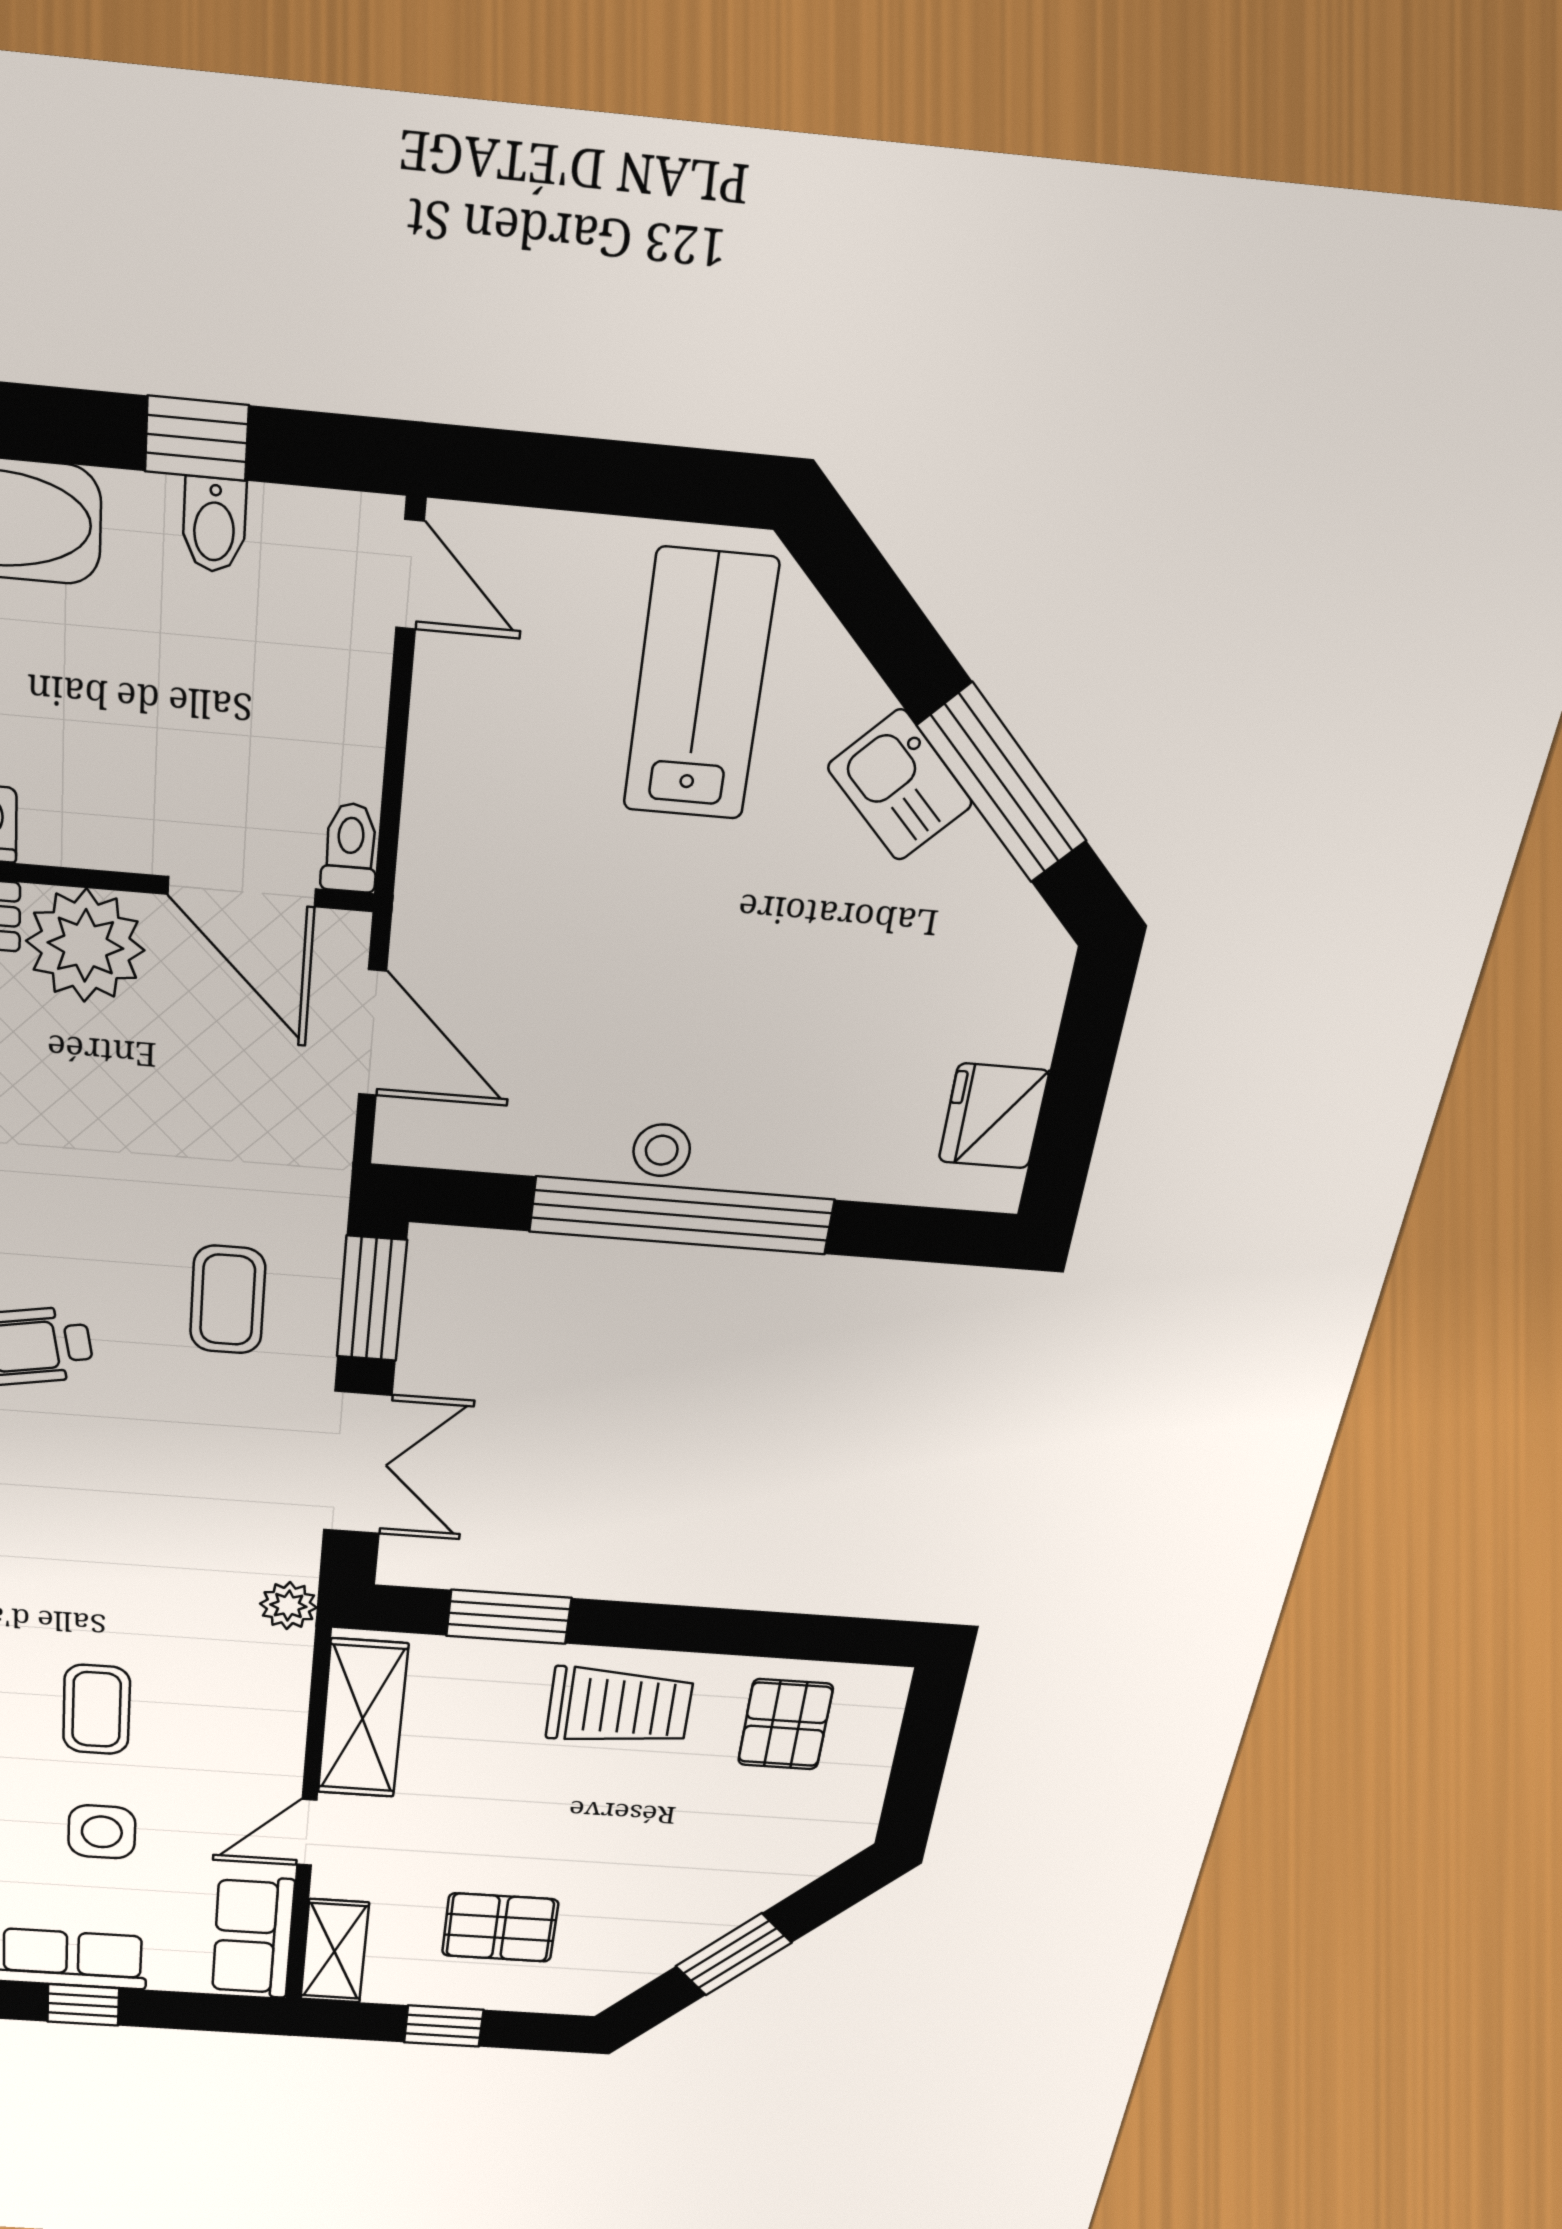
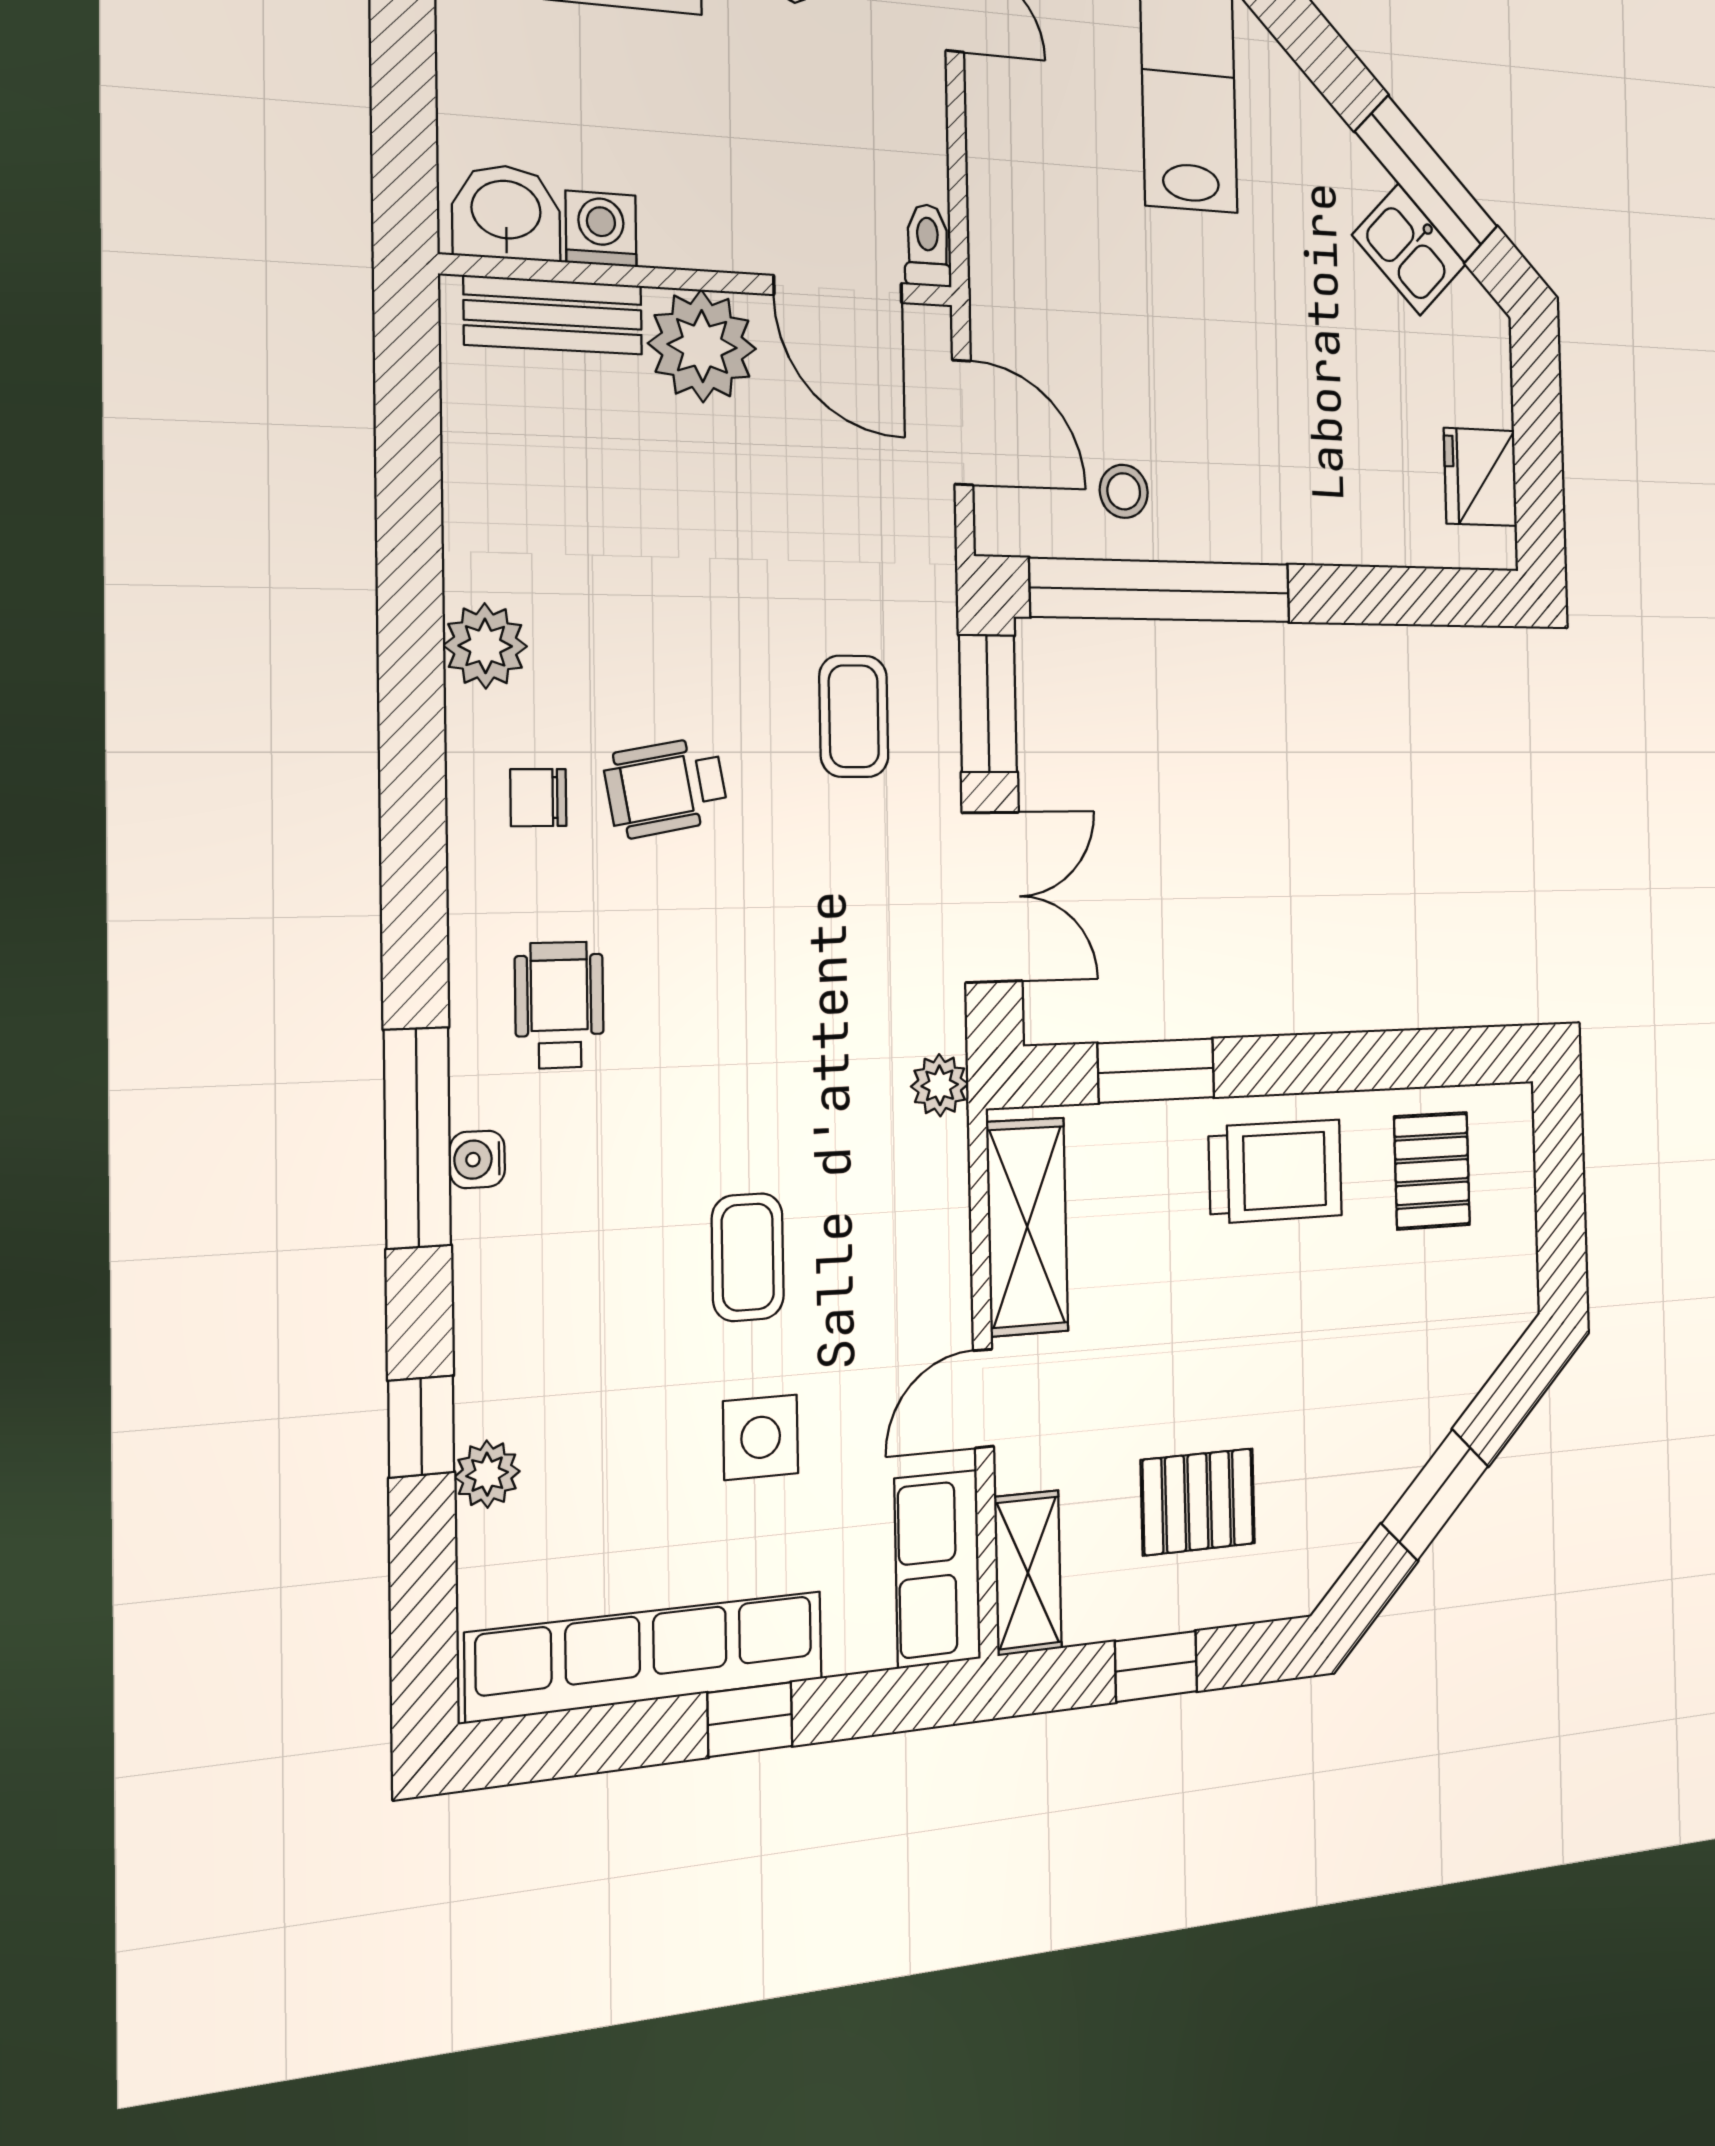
kitchen sink: (900, 785) -> (1409, 250), moved
stool: (662, 1150) -> (1124, 491), moved
window: (682, 1216) -> (1161, 590), moved

